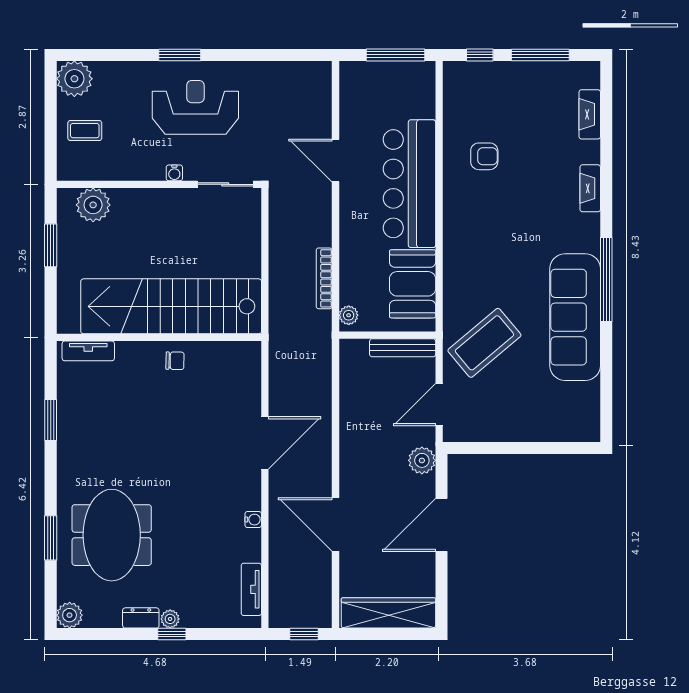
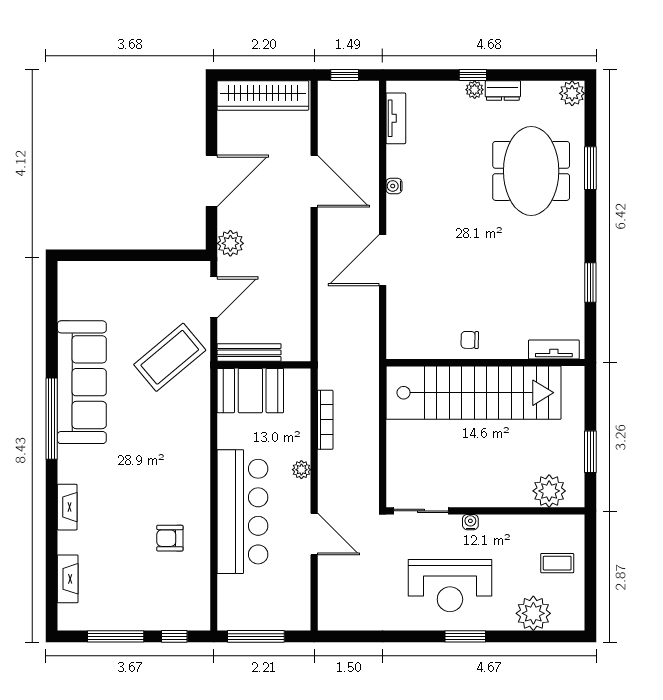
plant: (74, 79) -> (533, 613), moved
booth: (413, 284) -> (250, 391), moved, turned 90
plant: (349, 315) -> (301, 470), moved

